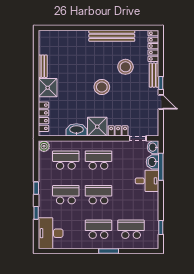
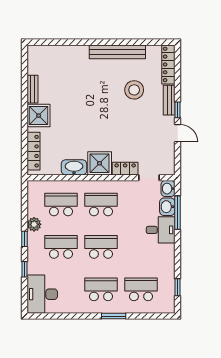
stool: (102, 87) -> (105, 115), removed
plant: (44, 146) -> (34, 224), moved

